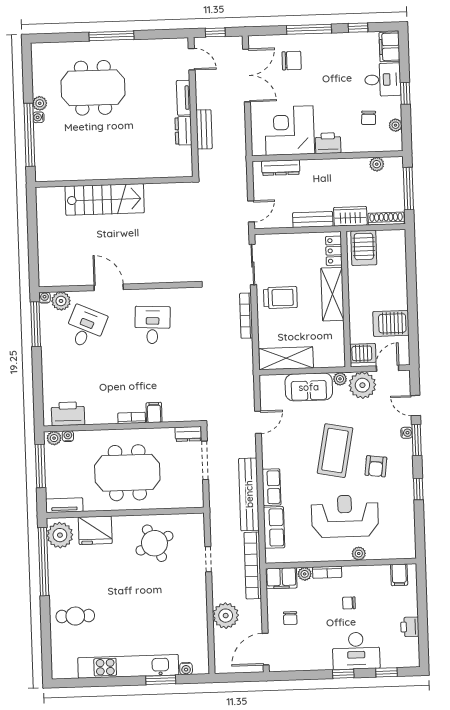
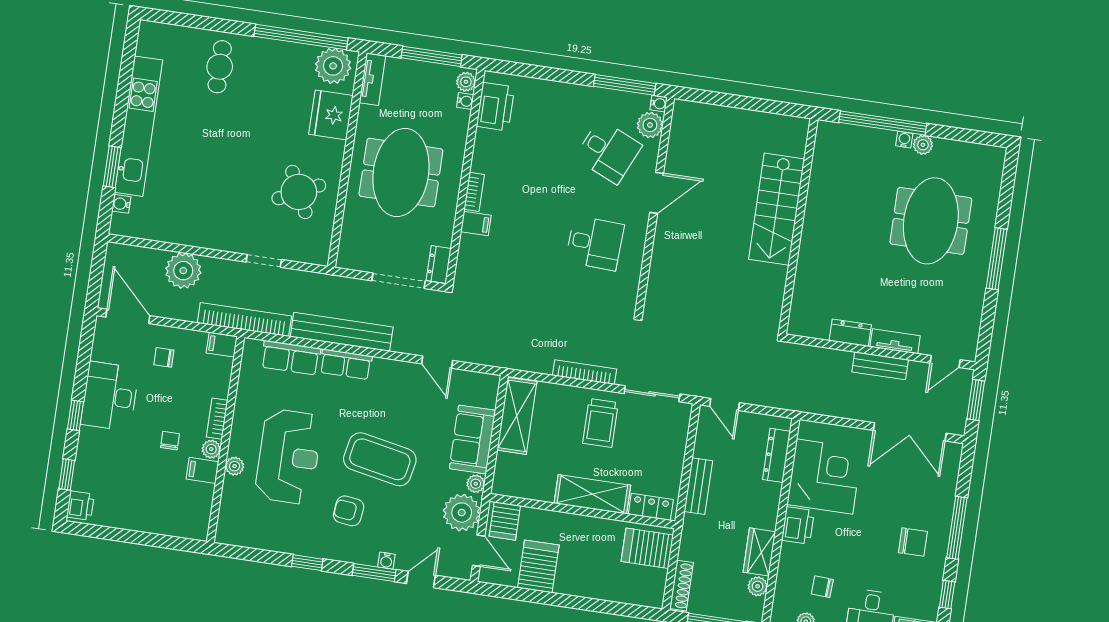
window: (215, 32) -> (976, 400), width x1.50
chair: (292, 61) -> (913, 542), moved, turned -90
bench: (204, 129) -> (880, 366), moved
wardrobe: (350, 216) -> (759, 552), moved, turned 180
plant: (305, 574) -> (211, 449), moved
filing cabinet: (399, 575) -> (202, 470), moved
filing cabinet: (281, 578) -> (222, 345), width x0.50
printer: (410, 627) -> (80, 506), moved, turned 90
desk: (356, 651) -> (110, 396), moved

